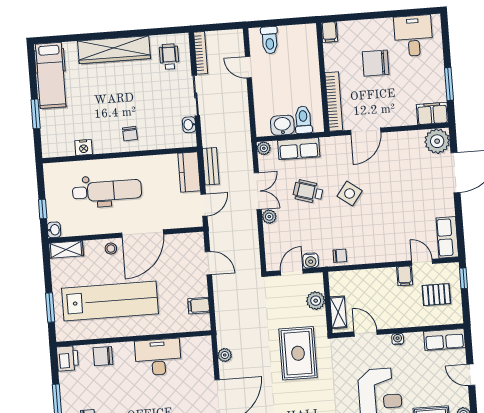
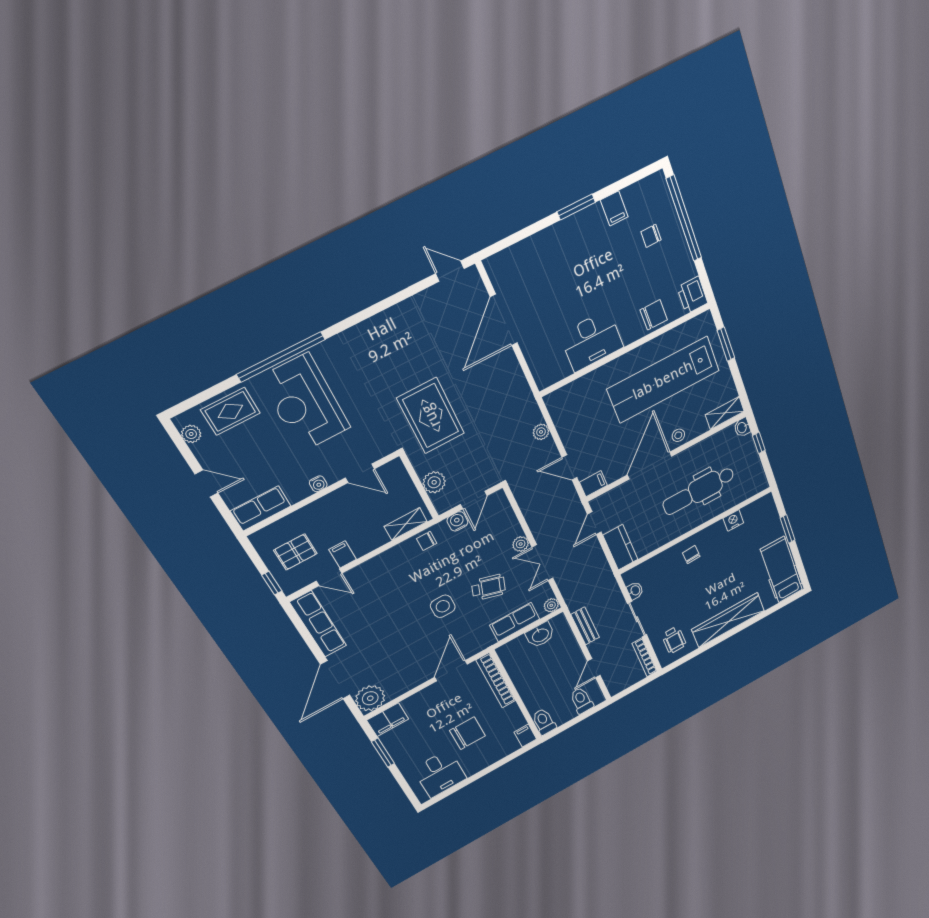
door: (248, 67) -> (594, 668), swing flipped
toilet: (303, 120) -> (544, 722), moved, turned 180
bench: (211, 166) -> (585, 626), moved
side table: (350, 193) -> (443, 606), turned -37
row of seats: (447, 237) -> (318, 624), width x1.48
filing cabinet: (199, 306) -> (593, 484), moved
shelving: (338, 312) -> (406, 524), moved, turned 90
plant: (225, 355) -> (541, 432), moved

